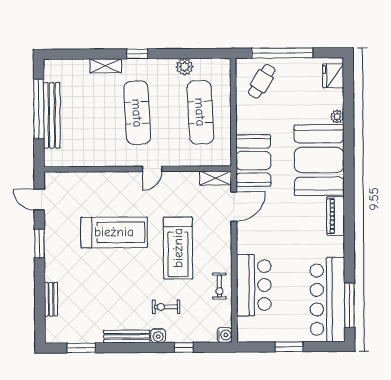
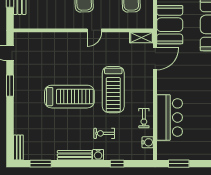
treadmill: (114, 232) -> (69, 97), moved
bench: (51, 299) -> (18, 147), moved
water cooler: (225, 335) -> (148, 142), moved
window: (289, 347) -> (179, 164), moved

